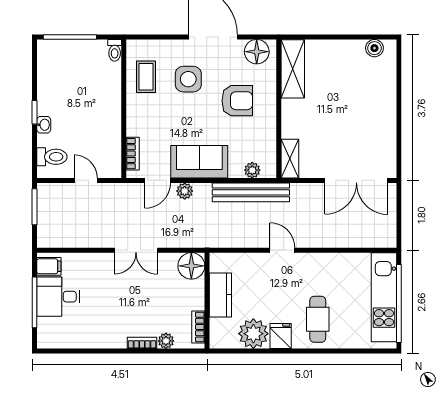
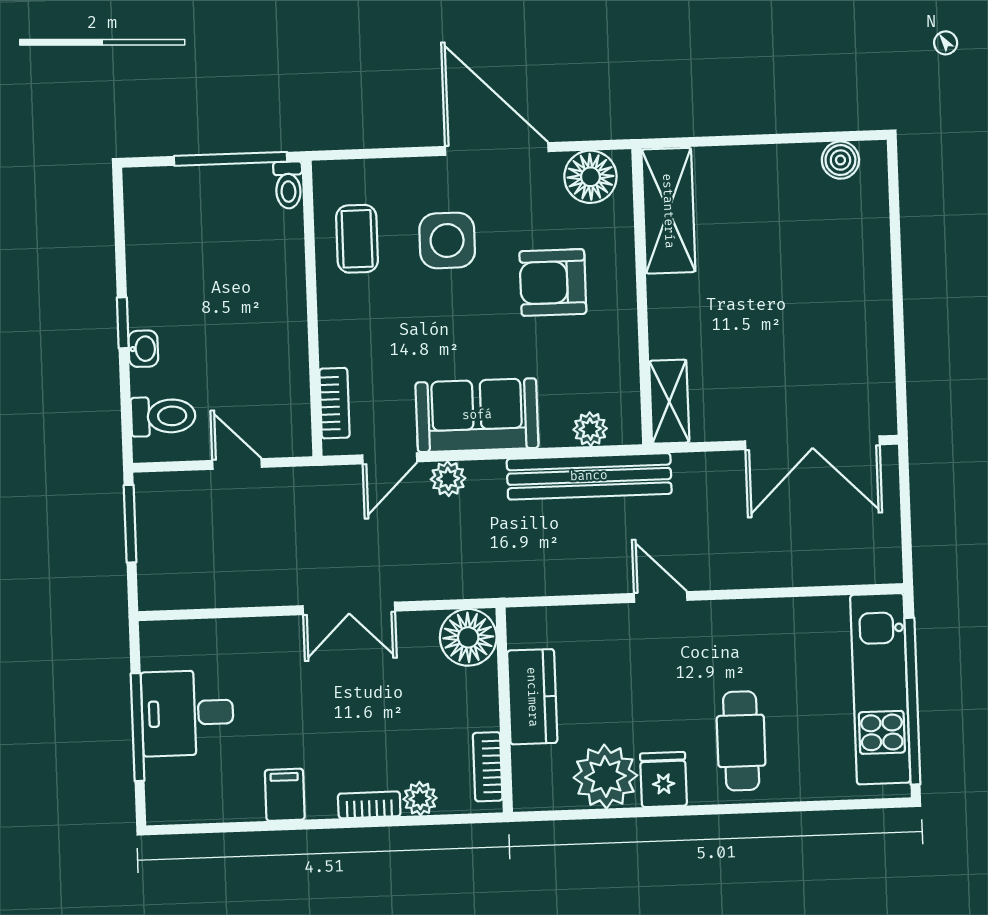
window: (70, 37) -> (231, 159), moved
armchair: (237, 101) -> (553, 282), turned 180
filing cabinet: (49, 266) -> (285, 795), moved, turned -90

